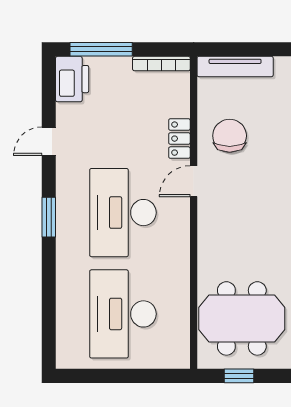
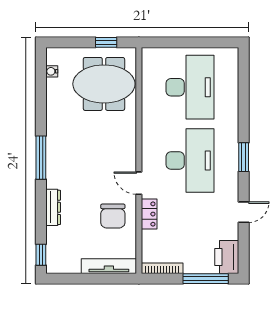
door: (194, 181) -> (139, 183), swing flipped

